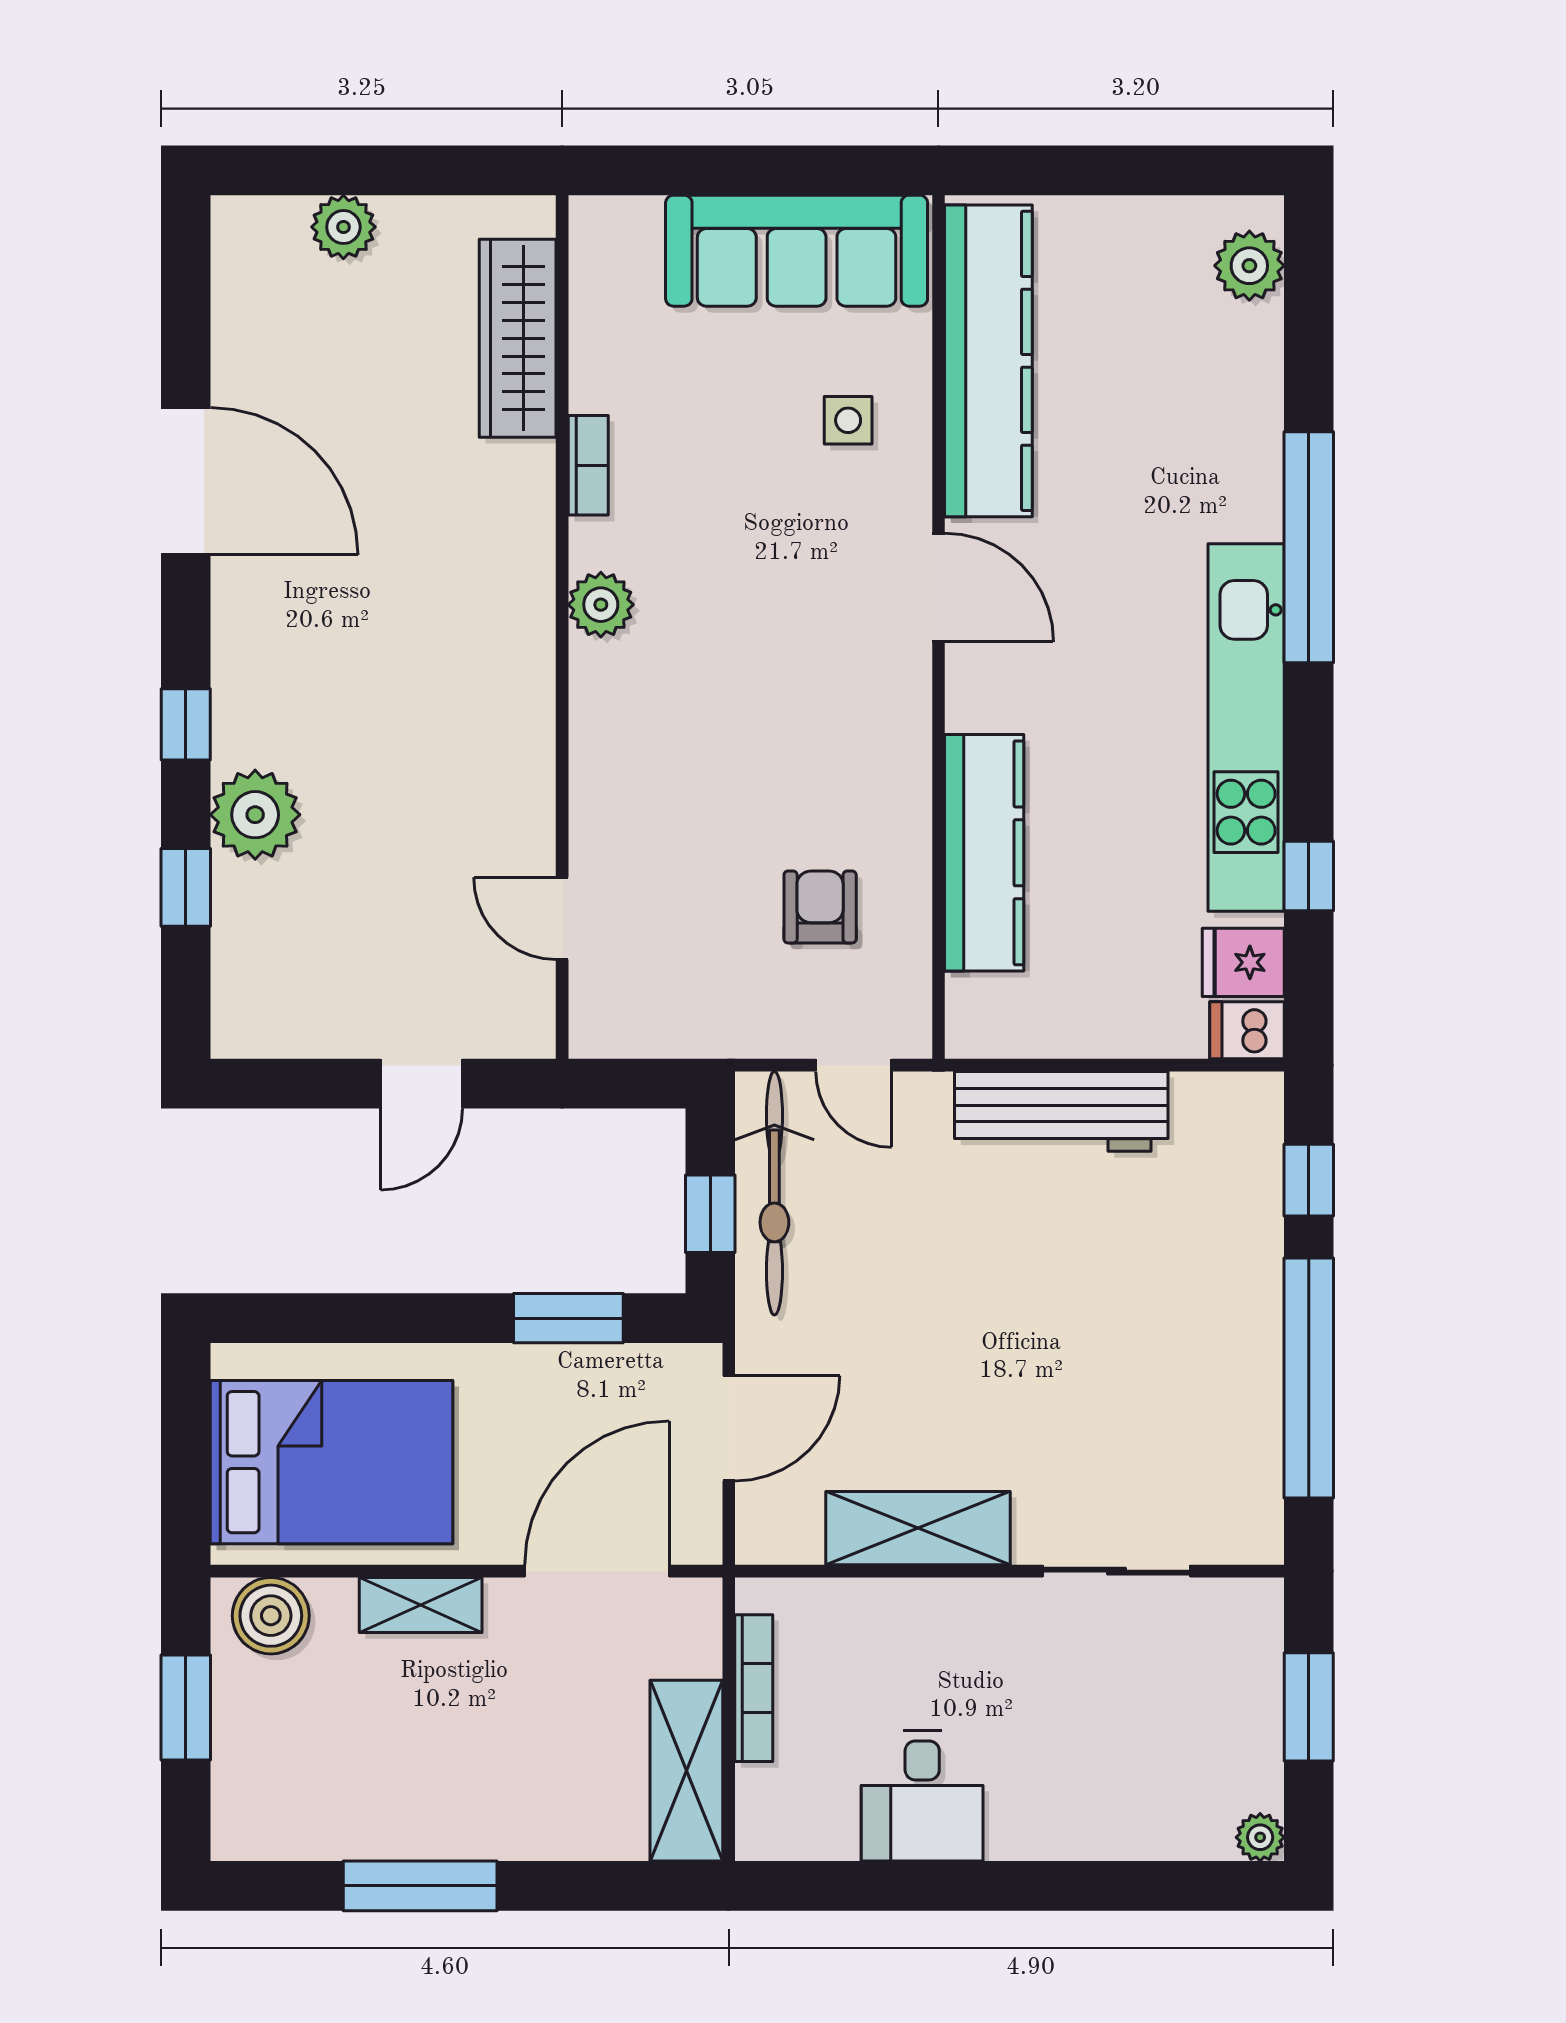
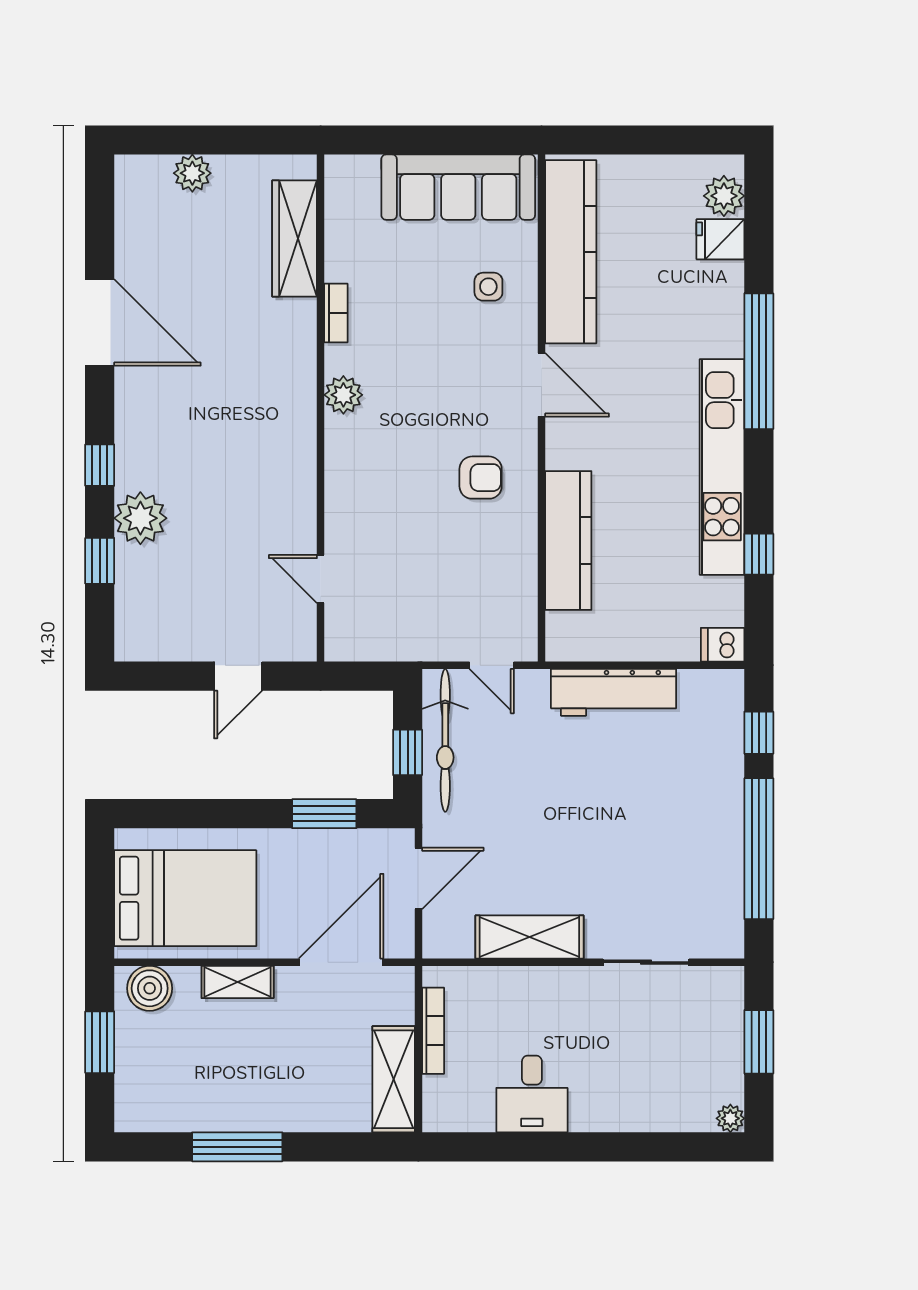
armchair: (820, 907) -> (481, 478), moved, turned 90
fridge: (1243, 962) -> (720, 239), moved

